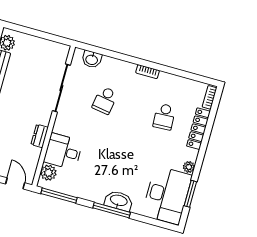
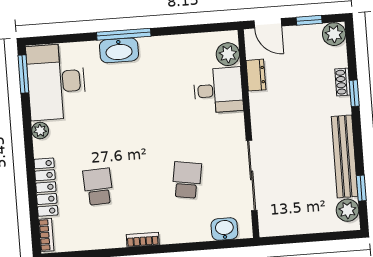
dresser: (40, 136) -> (256, 75), moved
window: (190, 194) -> (23, 74), moved
window: (59, 196) -> (202, 28), removed

